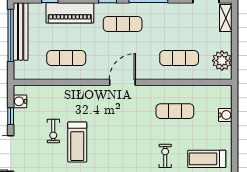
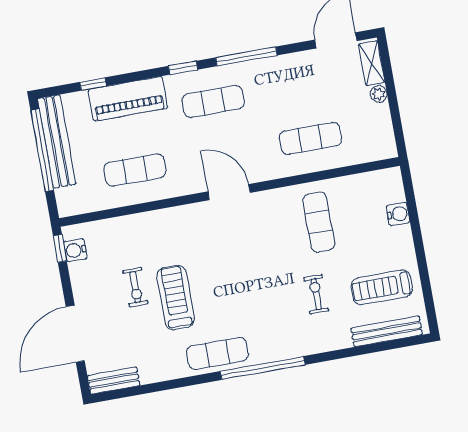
plant: (222, 61) -> (379, 94), moved, width x0.53, depth x0.53
door: (122, 82) -> (229, 192), hinge flipped
exercise mat: (175, 111) -> (319, 222), turned 90
window: (11, 116) -> (60, 248), moved
treadmill: (77, 142) -> (176, 298), turned 180

